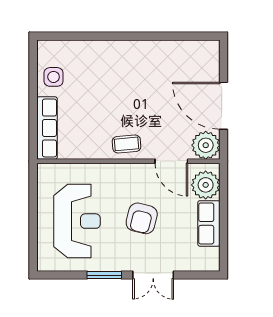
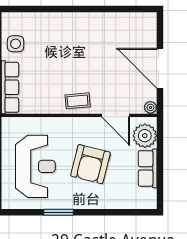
plant: (206, 145) -> (150, 107), width x0.53, depth x0.53
armchair: (142, 218) -> (90, 164), width x1.36, depth x1.36
double door: (153, 275) -> (100, 212), removed

